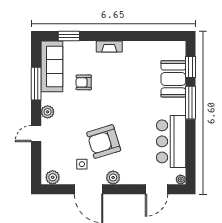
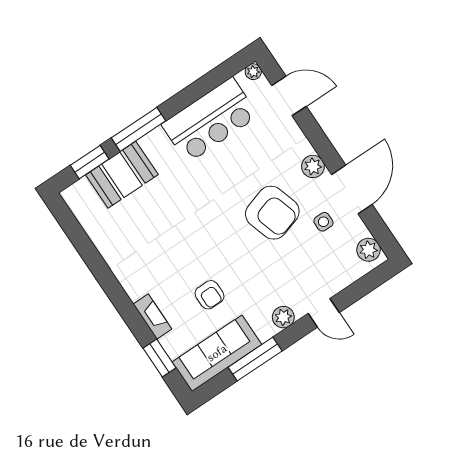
fireplace: (109, 47) -> (152, 317), moved

